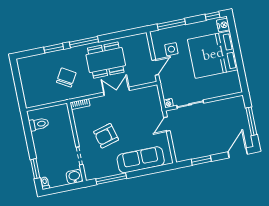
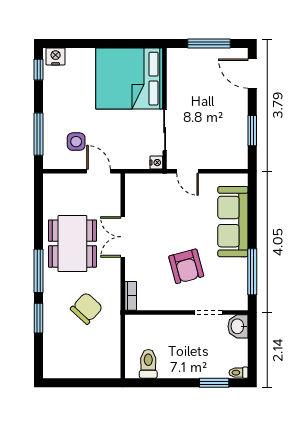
bed: (213, 55) -> (129, 79), moved, turned 90
chair: (66, 77) -> (87, 308), turned 103

